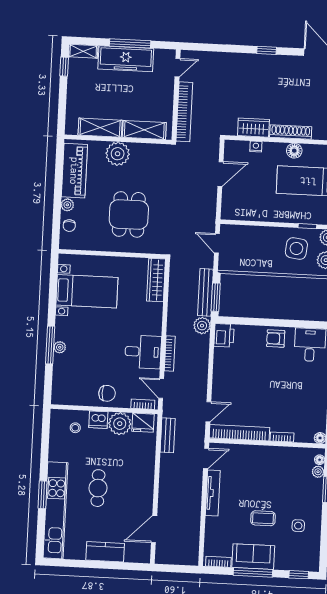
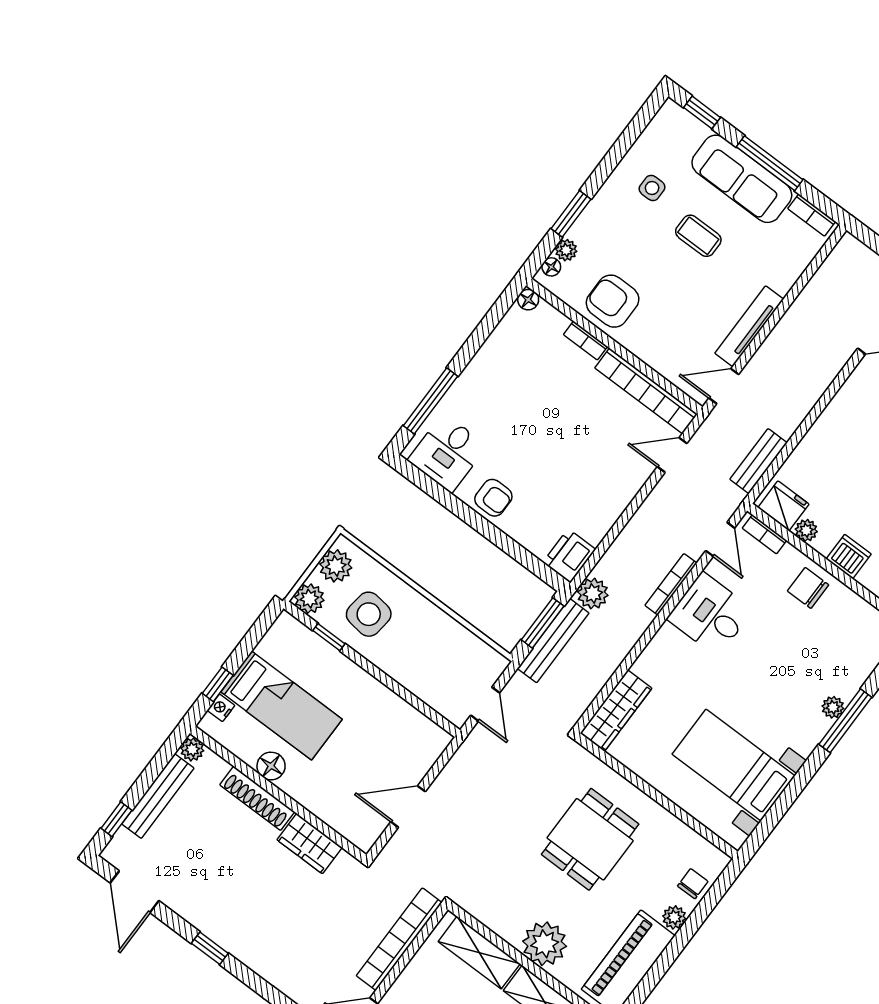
nightstand: (256, 147) -> (326, 812), removed
plant: (120, 424) -> (806, 530), width x0.53, depth x0.53
armchair: (282, 463) -> (613, 301), added
sofa: (253, 557) -> (742, 179), width x1.36

